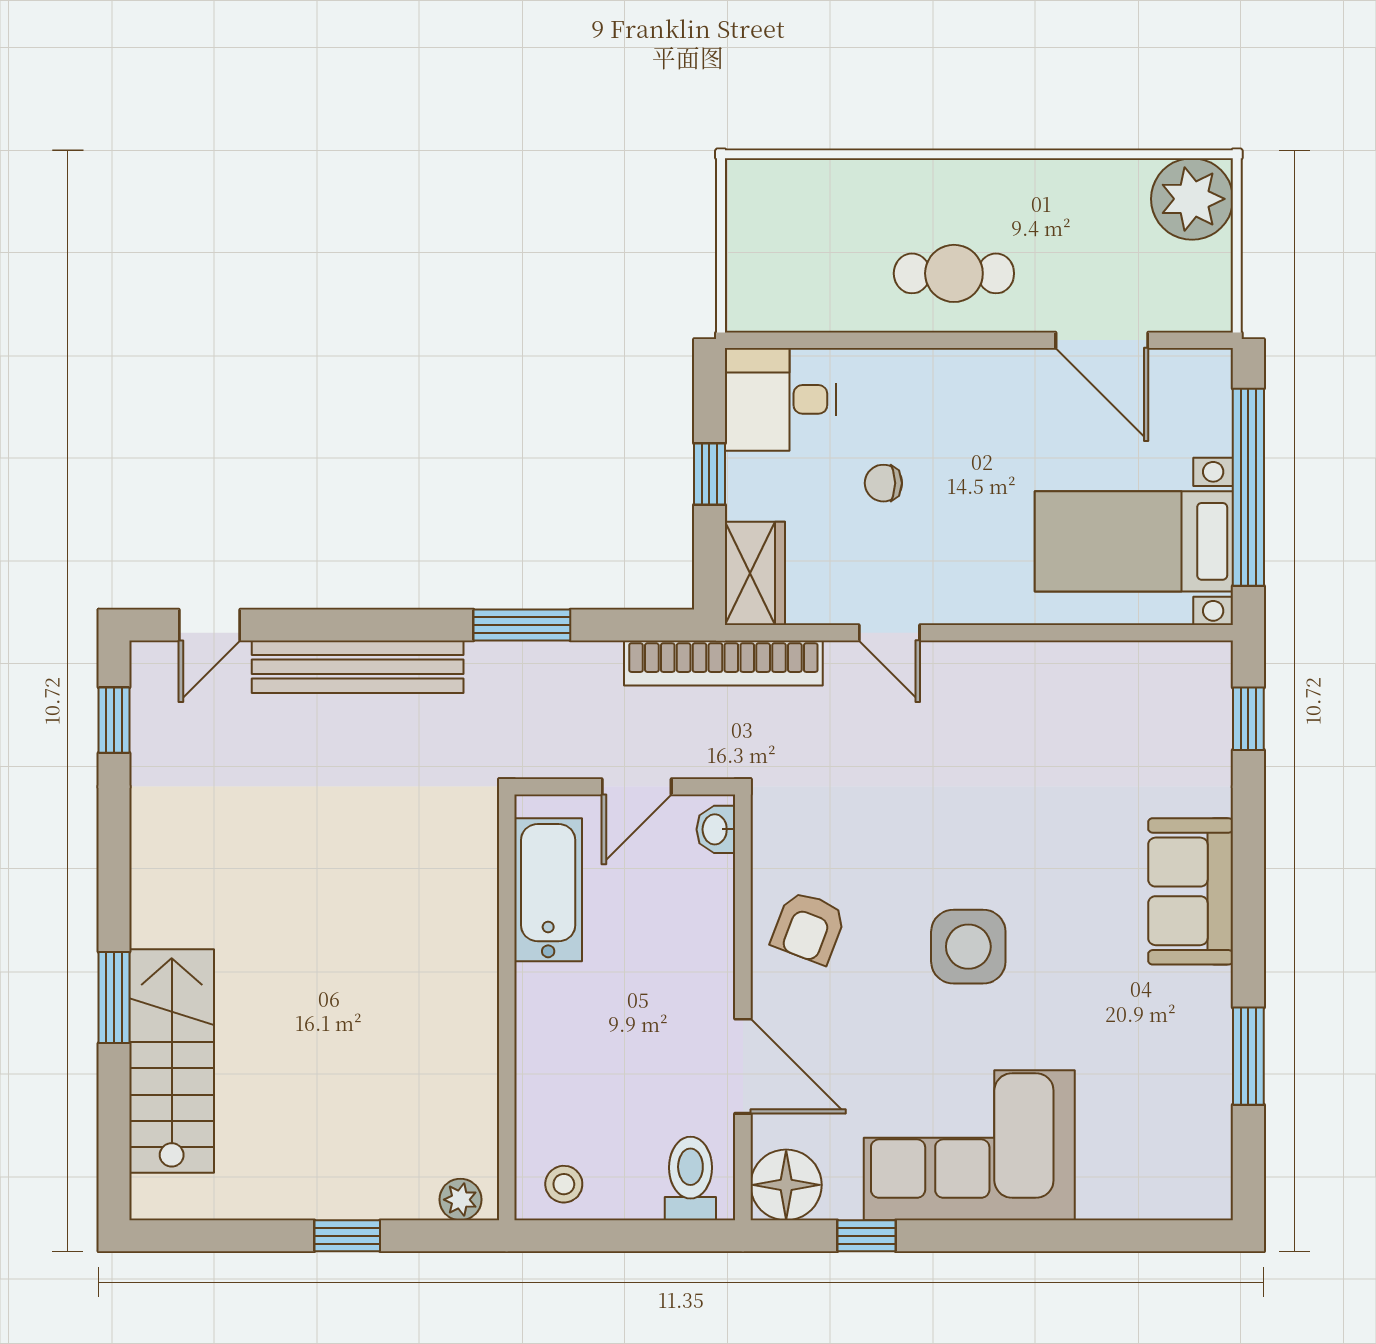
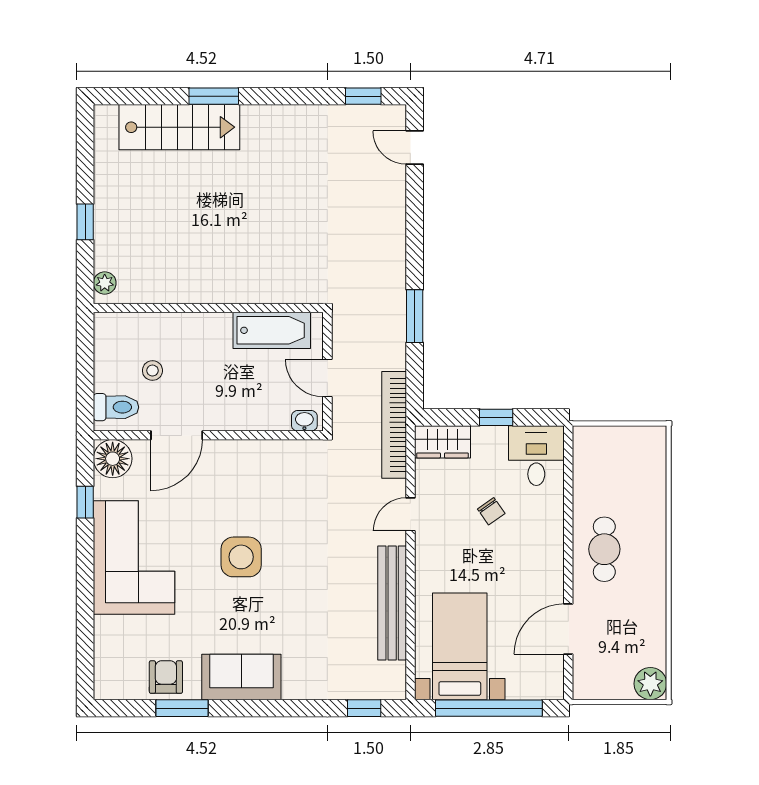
plant: (1192, 199) -> (650, 684), width x0.73, depth x0.73
chair: (883, 483) -> (491, 511), turned 145
bench: (358, 667) -> (392, 603), moved
sofa: (1191, 891) -> (241, 677), moved
armchair: (809, 927) -> (166, 677), moved, turned 69
stool: (564, 1184) -> (152, 371), moved

